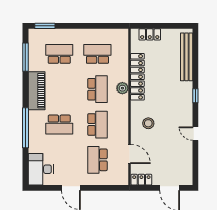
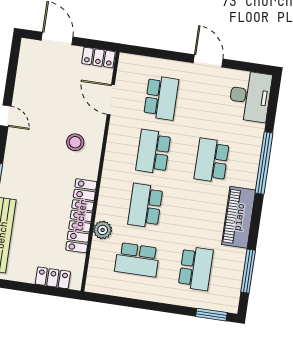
school desk: (59, 54) -> (196, 268), turned -90
plant: (122, 88) -> (103, 230), moved
school desk: (59, 125) -> (212, 160), turned -90

